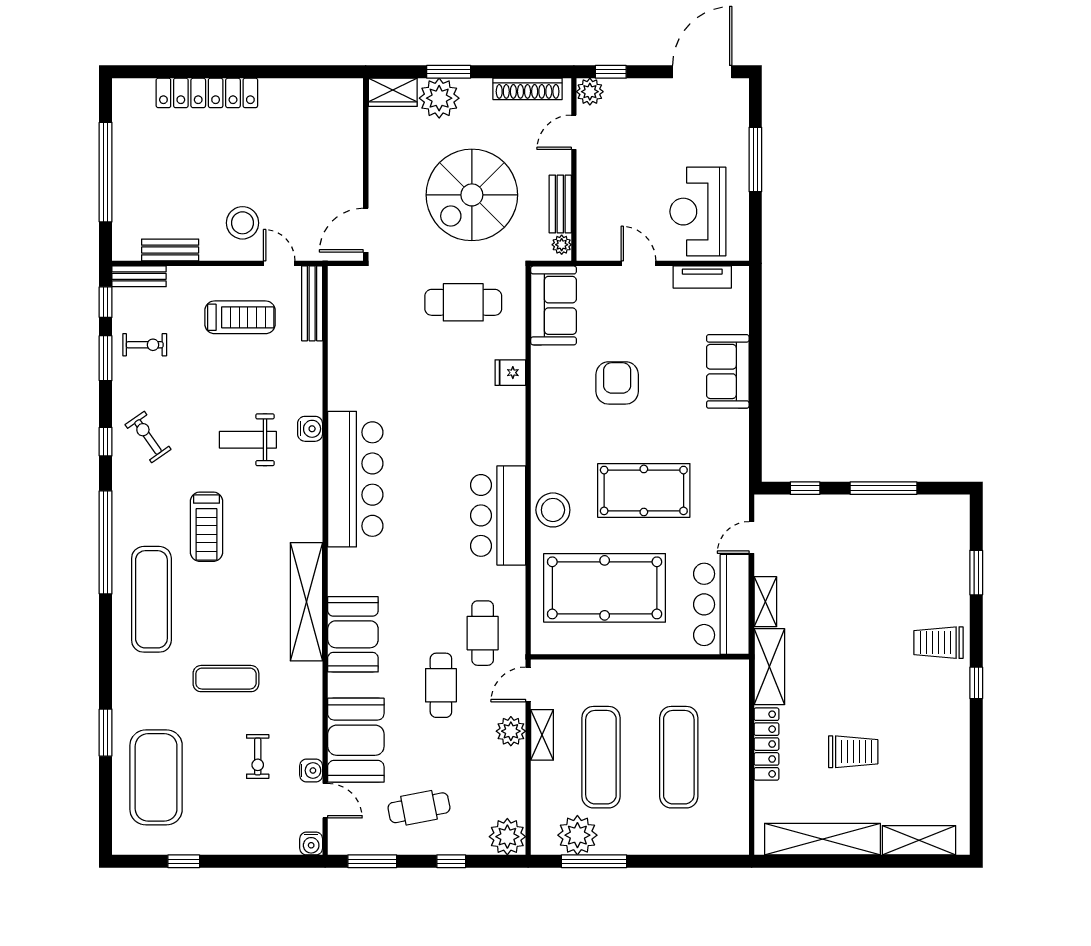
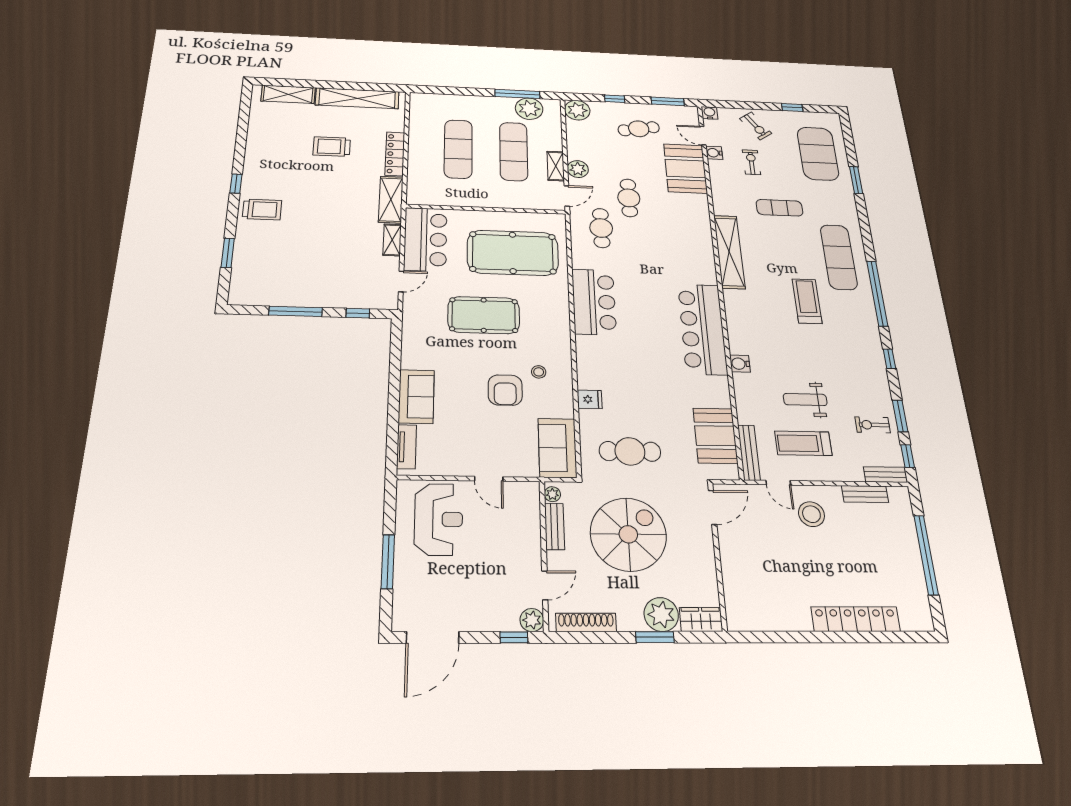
tv unit: (702, 277) -> (407, 447), moved, turned 90
exercise bike: (148, 437) -> (756, 126), moved
weight bench: (248, 440) -> (805, 400), moved, turned 180
stool: (553, 510) -> (539, 372), moved, width x0.53, depth x0.53
booth: (353, 634) -> (715, 436), moved

